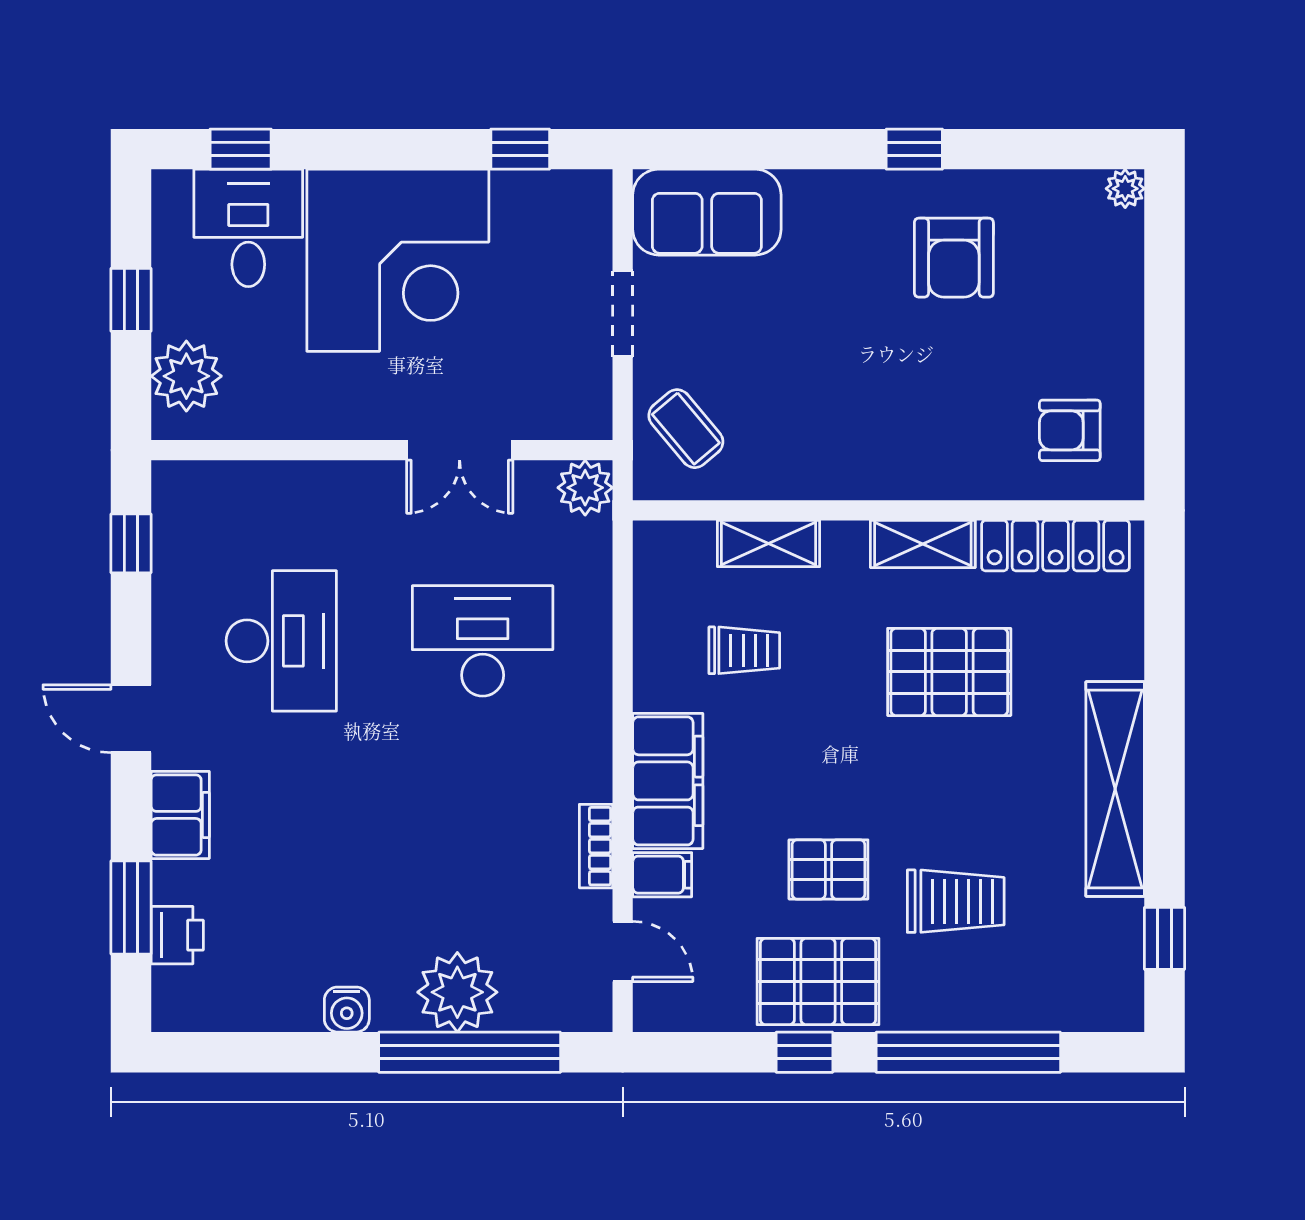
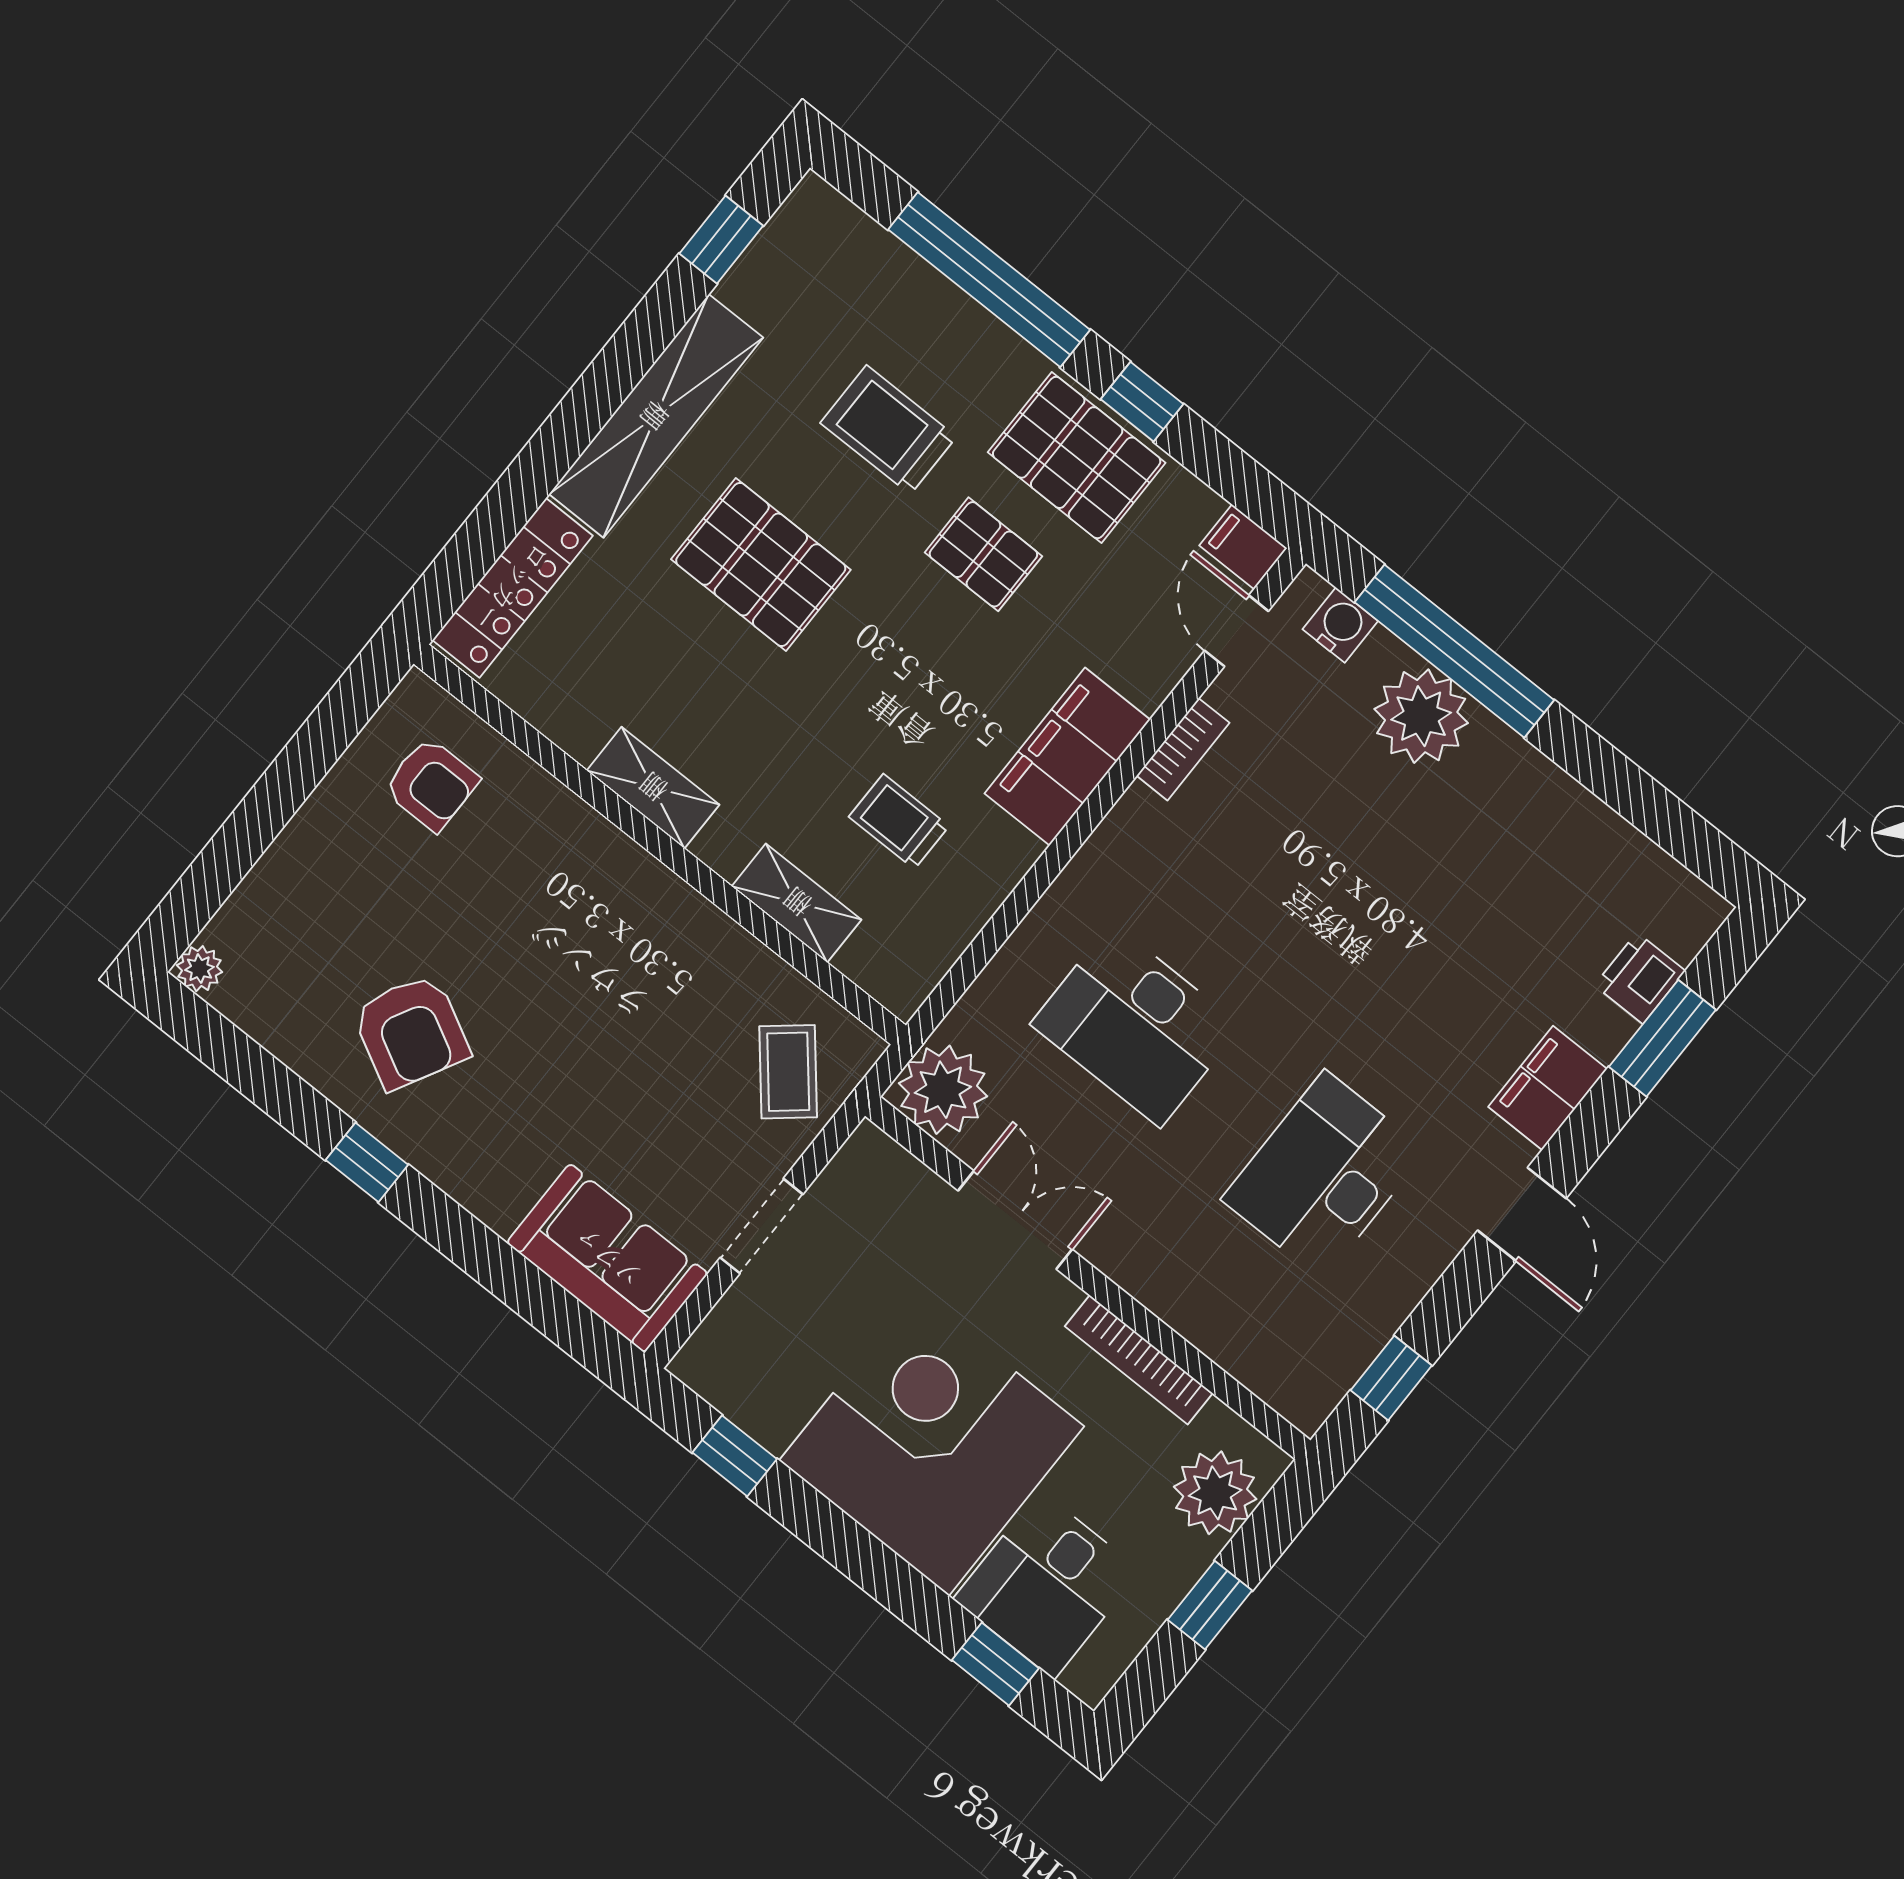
armchair: (954, 258) -> (411, 1032), turned 118
bookcase: (306, 423) -> (1139, 1360), added
plant: (585, 488) -> (943, 1090), width x1.36, depth x1.36
locker: (1056, 546) -> (513, 588), moved, turned 90
pallet: (949, 672) -> (761, 565), moved
filing cabinet: (662, 875) -> (1243, 547), moved
water cooler: (347, 1010) -> (1340, 625), moved

